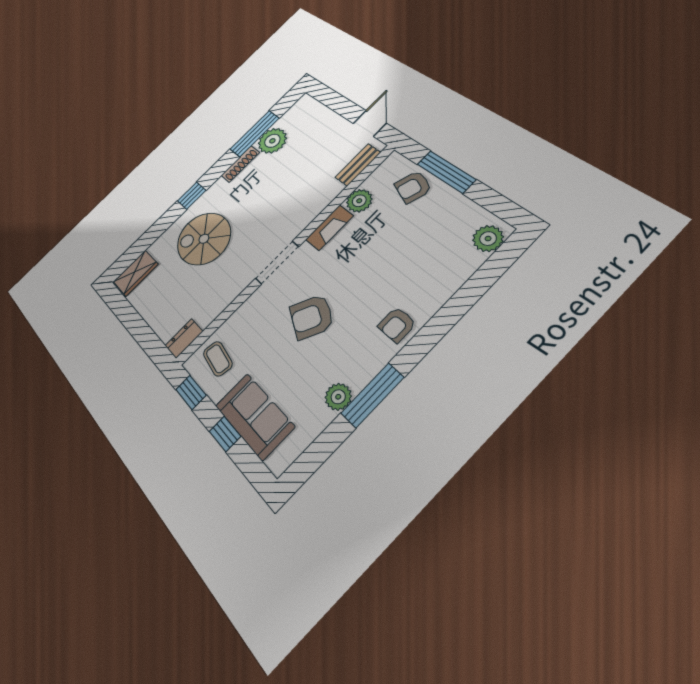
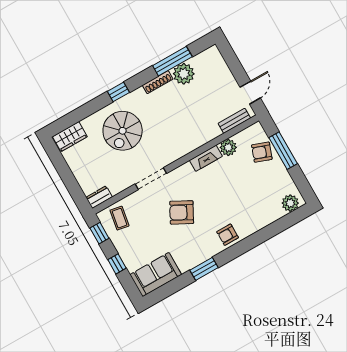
spiral stairs: (204, 239) -> (123, 131), turned -90
doorway: (277, 263) -> (151, 179), moved
window: (372, 395) -> (204, 269), width x0.69
plant: (338, 397) -> (186, 264), removed
sofa: (254, 416) -> (156, 275), moved, turned -90

